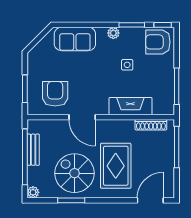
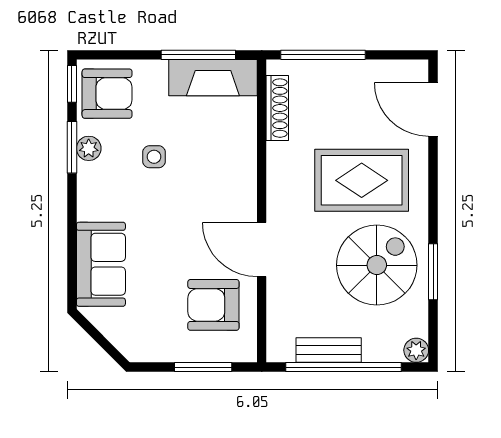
plant: (113, 33) -> (89, 148), moved
armchair: (158, 42) -> (107, 94), turned -90
fireplace: (130, 106) -> (213, 78), moved, turned -90
door: (82, 117) -> (262, 249), swing flipped
spiral stairs: (75, 173) -> (377, 265), turned 180

